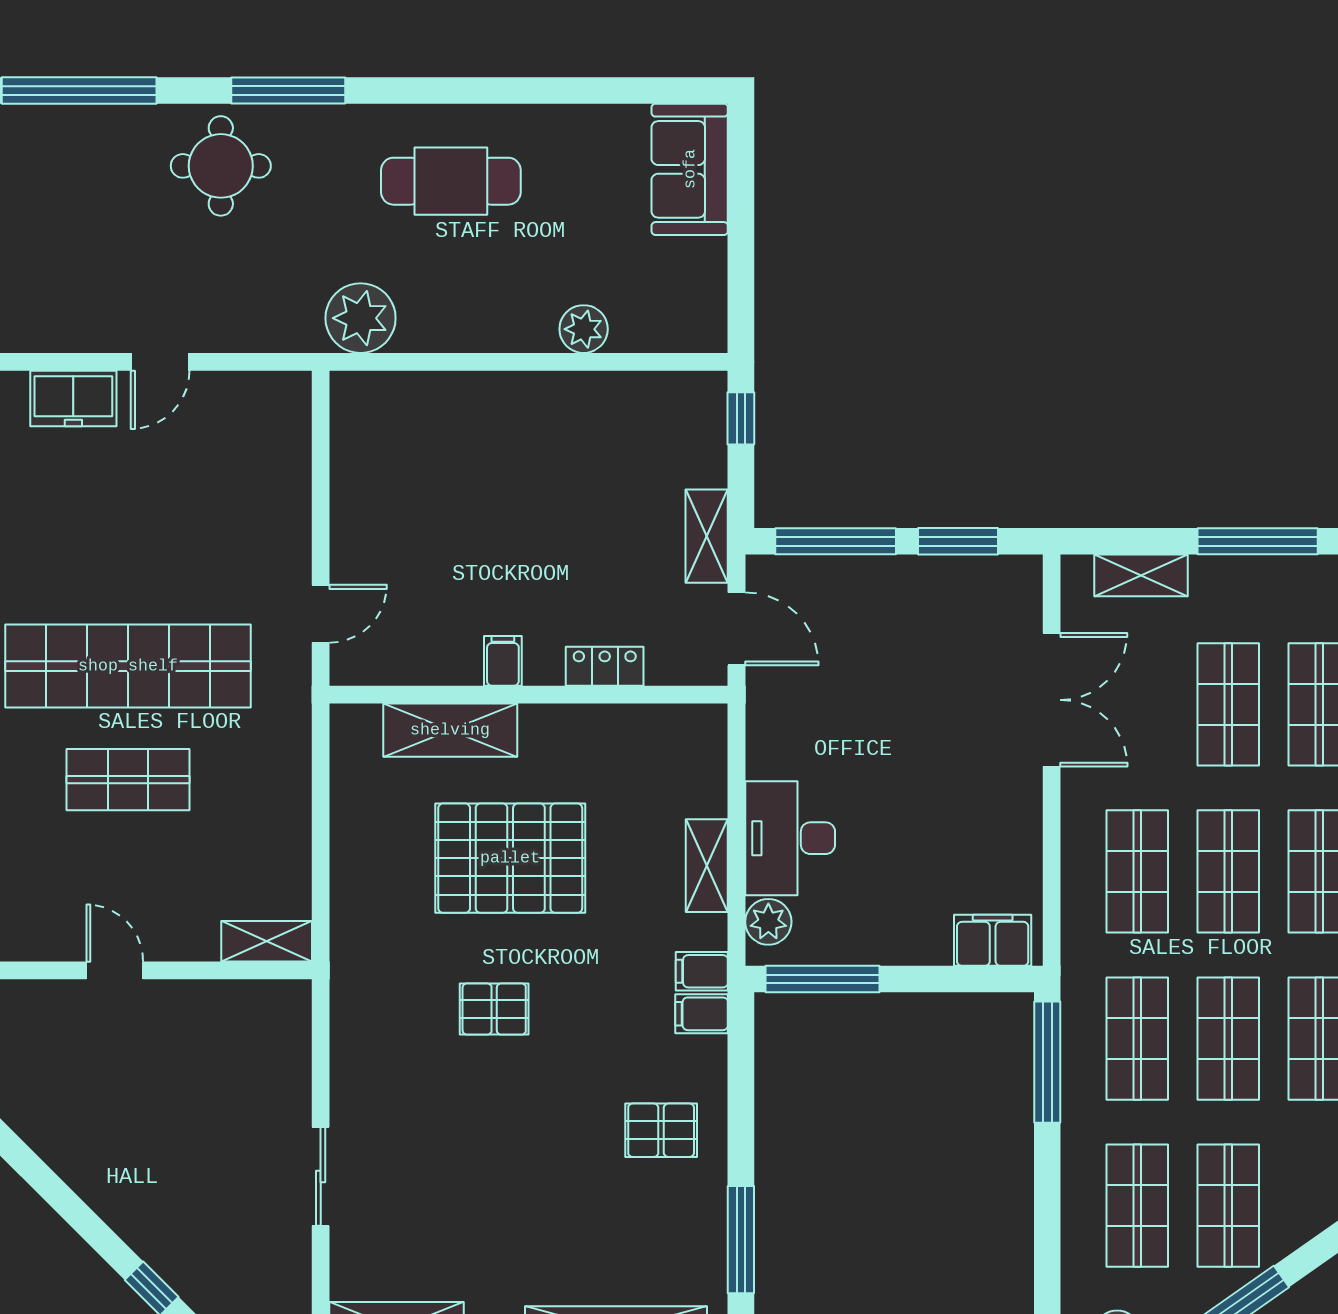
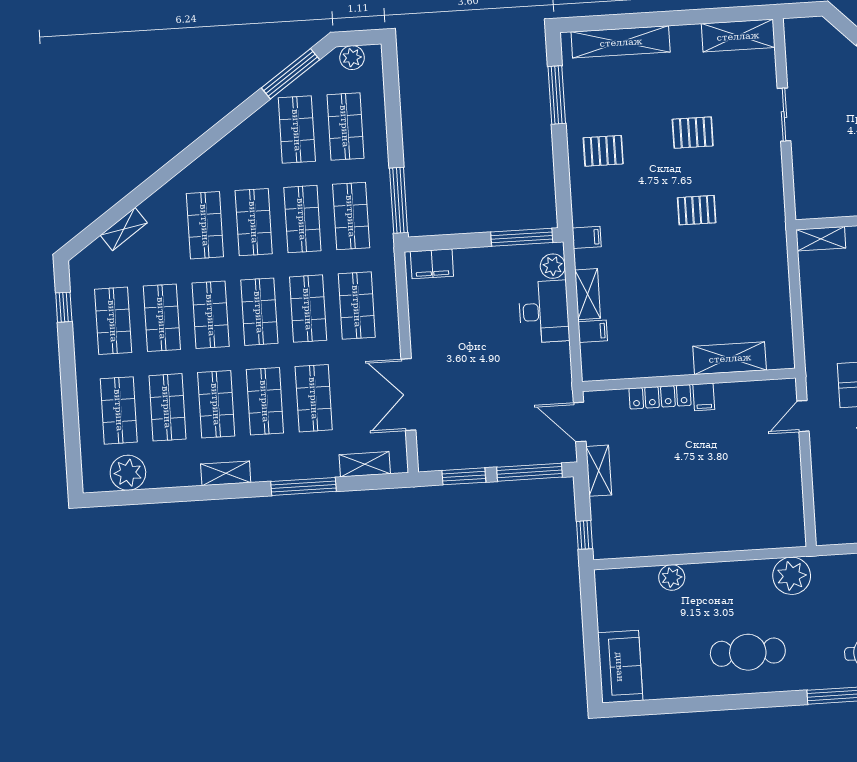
locker: (605, 666) -> (660, 397), width x1.53
pallet: (510, 858) -> (693, 133), moved, width x0.49, depth x0.50
filing cabinet: (702, 1014) -> (593, 331), moved

